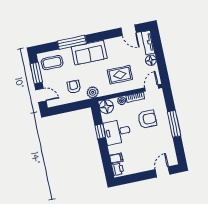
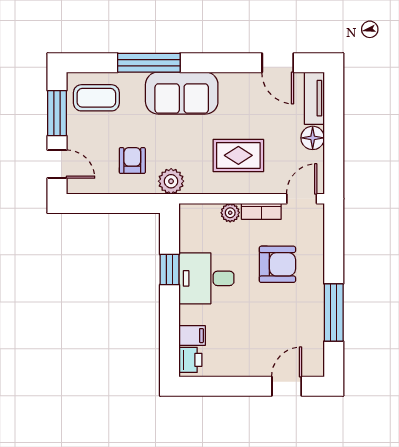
floor lamp: (106, 107) -> (194, 219), removed
window: (174, 124) -> (334, 312), moved

